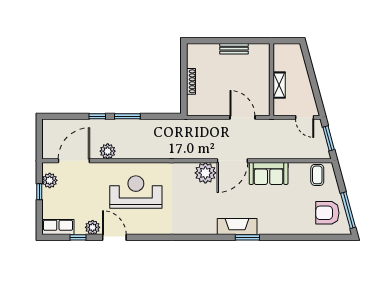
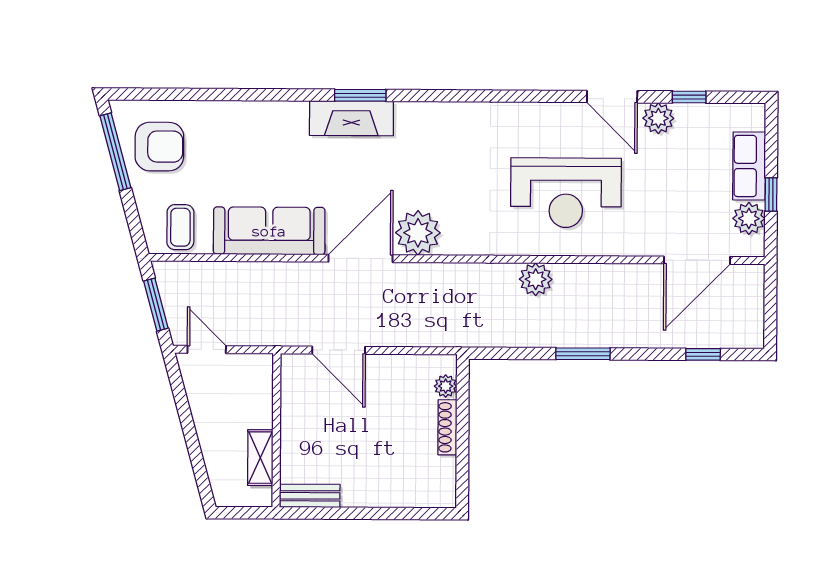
bench: (234, 49) -> (310, 496), moved
shelving: (279, 85) -> (260, 458), moved
plant: (192, 101) -> (446, 386), added
window: (97, 116) -> (703, 354), moved
plant: (108, 151) -> (536, 279), moved
sofa: (269, 173) -> (269, 231), width x1.36
row of seats: (58, 227) -> (749, 166), moved, turned 90
window: (247, 237) -> (360, 95), moved

